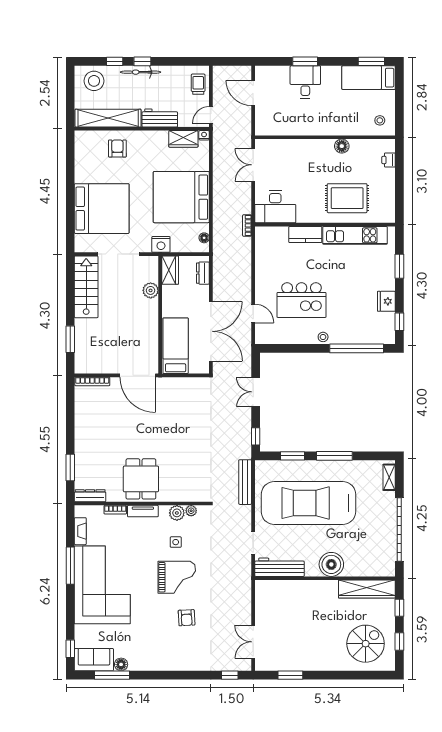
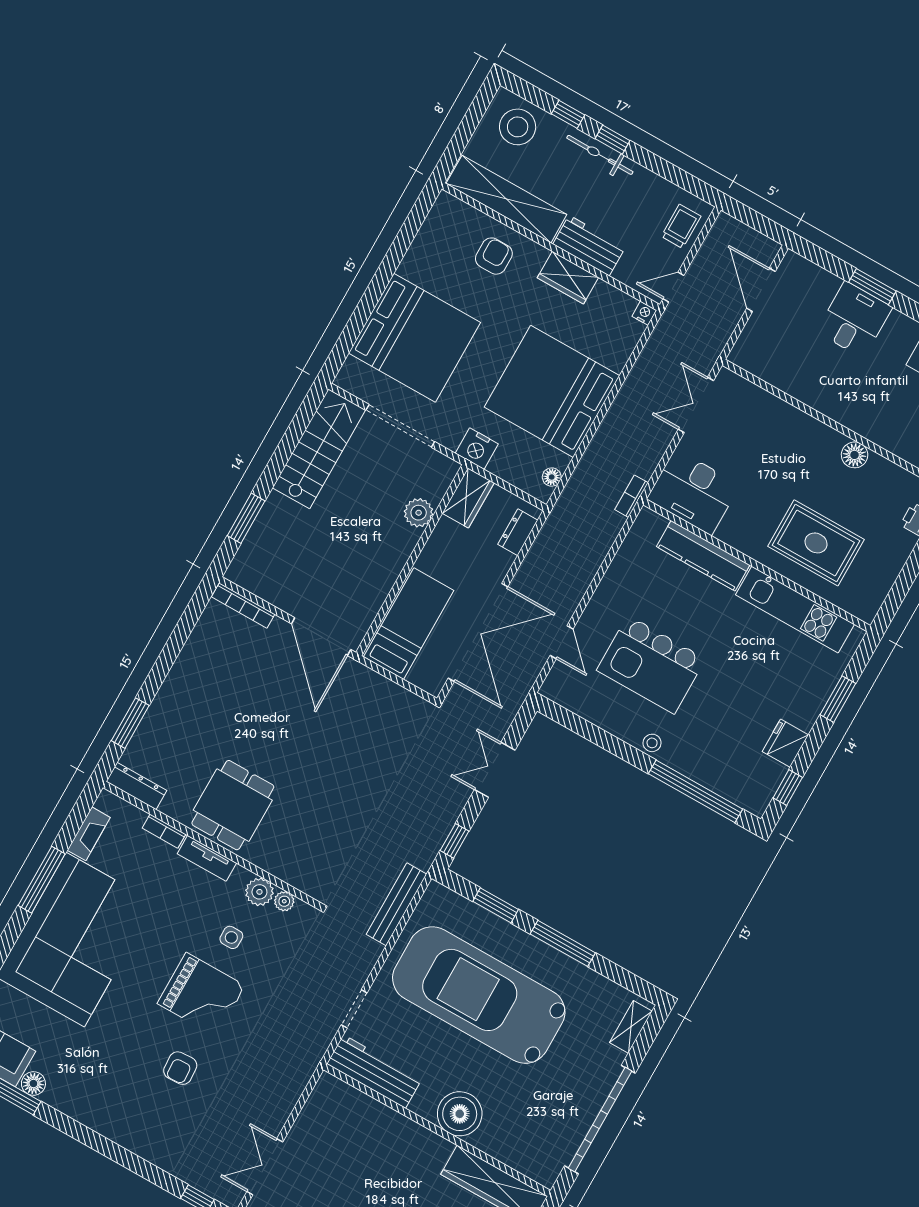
wardrobe: (183, 139) -> (568, 278), moved
kitchen counter: (305, 235) -> (703, 556), width x1.50

